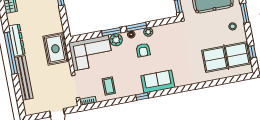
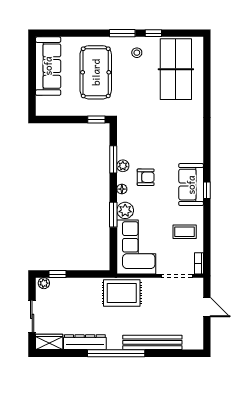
window: (136, 27) -> (113, 159), moved
dresser: (17, 40) -> (85, 342), moved
window: (252, 52) -> (153, 33), moved
sofa: (158, 82) -> (191, 185), moved

